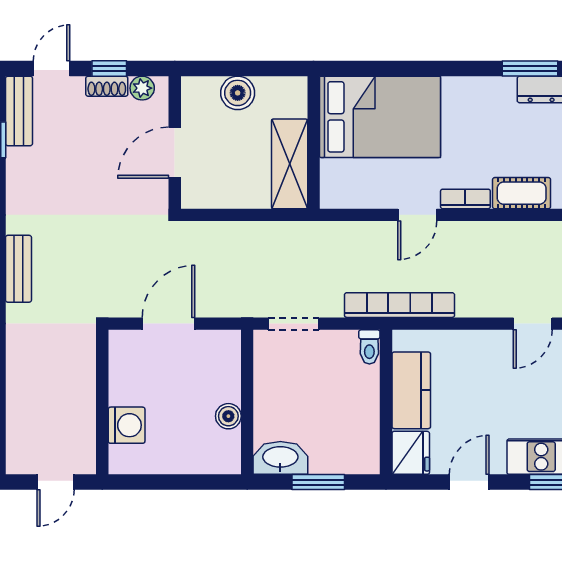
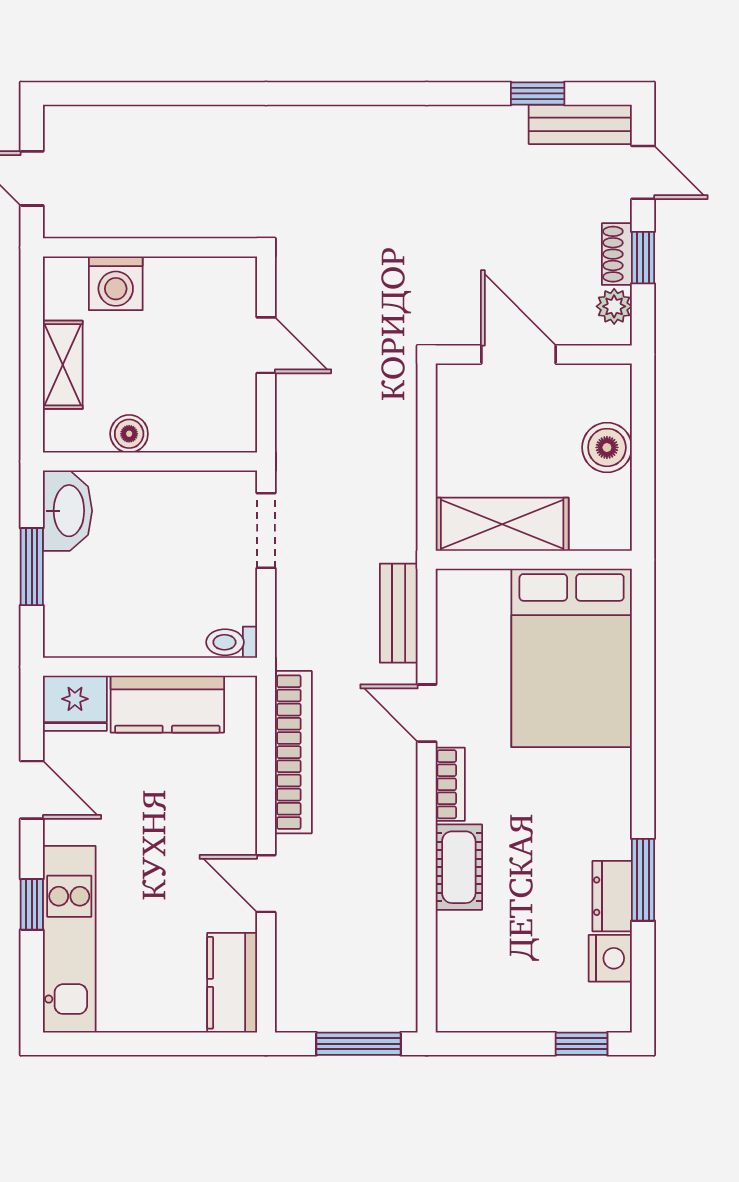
bench: (18, 269) -> (399, 613), moved, turned 90
bookcase: (399, 305) -> (293, 752), moved
door: (168, 324) -> (266, 345), width x0.73
shelving: (182, 461) -> (63, 365), added

